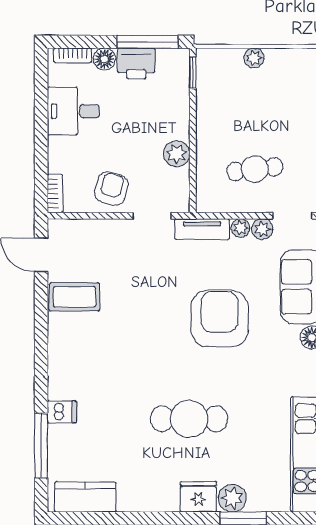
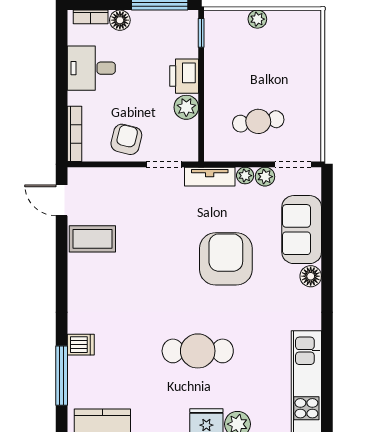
printer: (136, 63) -> (184, 76), moved, turned 90
bookcase: (55, 194) -> (74, 134), width x1.56

